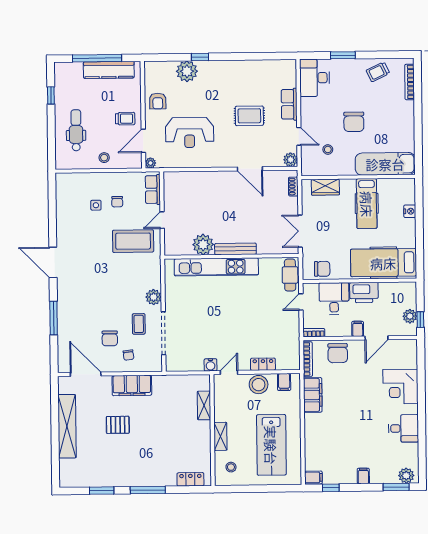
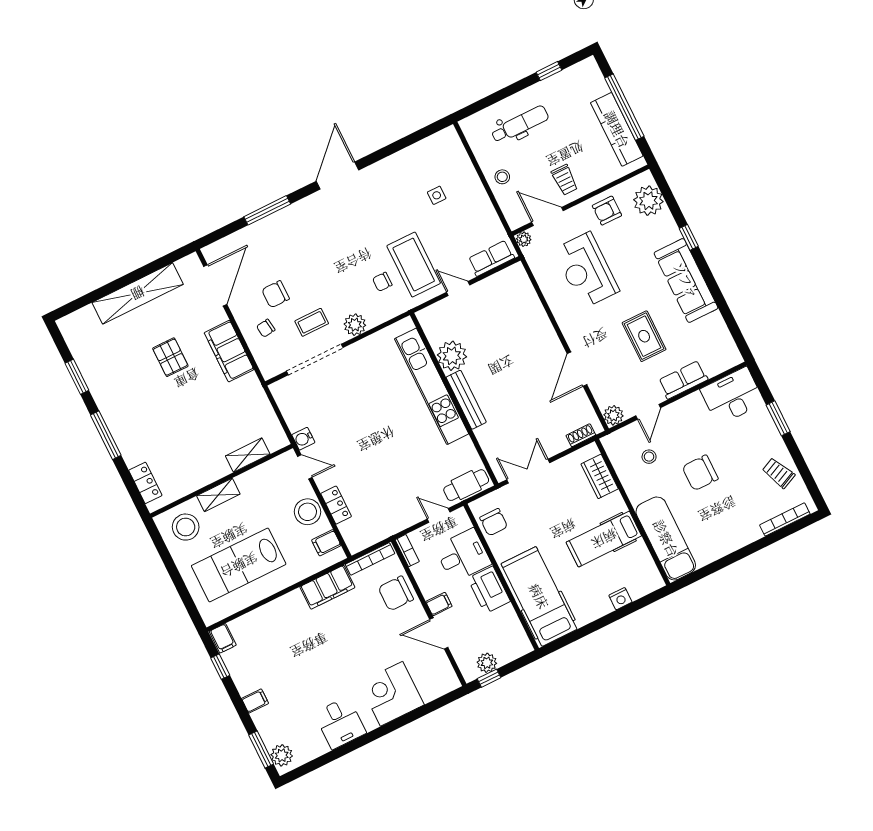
plant: (187, 71) -> (648, 201), moved
sofa: (227, 72) -> (686, 280), added
chair: (117, 202) -> (382, 282), moved
stool: (231, 467) -> (186, 527), width x1.89, depth x1.89

